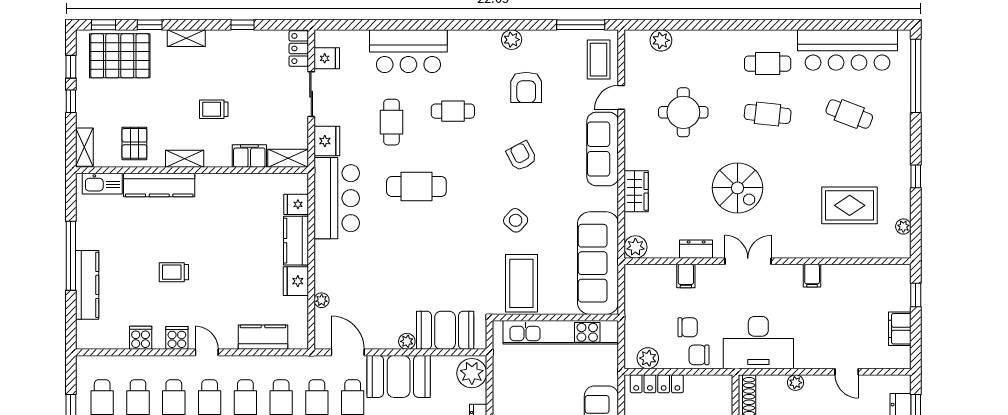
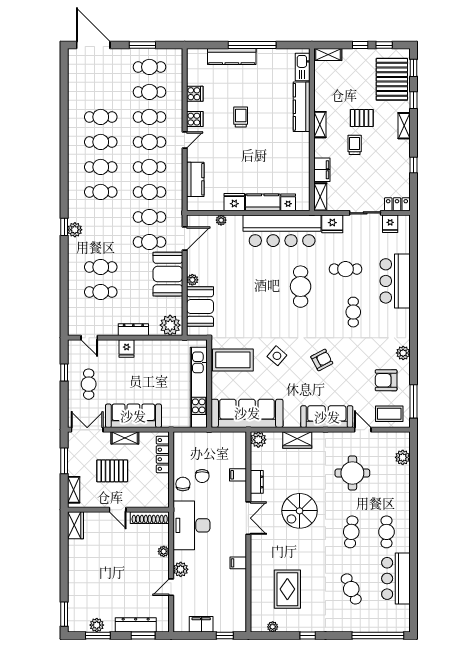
bar counter: (848, 50) -> (396, 578), width x0.73
armchair: (526, 87) -> (386, 380), moved
cafe table: (849, 114) -> (351, 589), turned -45
pallet: (134, 143) -> (362, 118), moved
bar counter: (337, 198) -> (282, 231), width x1.36
plant: (648, 358) -> (181, 569), moved

